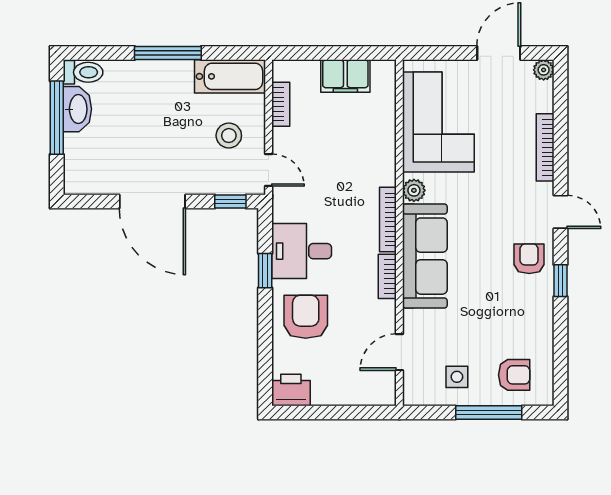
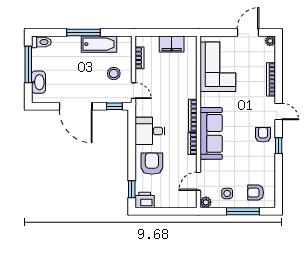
bathtub: (230, 76) -> (99, 44), moved
washbasin: (77, 109) -> (38, 82), moved
plant: (414, 190) -> (206, 202), moved
window: (265, 271) -> (132, 189), moved
armchair: (514, 375) -> (256, 193), turned 180

